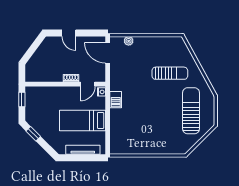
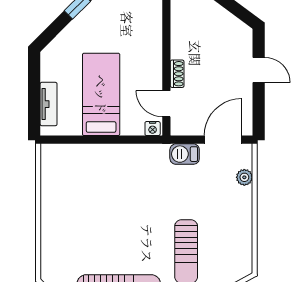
door: (69, 33) -> (259, 70), swing flipped
barbecue: (116, 100) -> (185, 154), moved
tv unit: (83, 150) -> (49, 104), width x0.71

